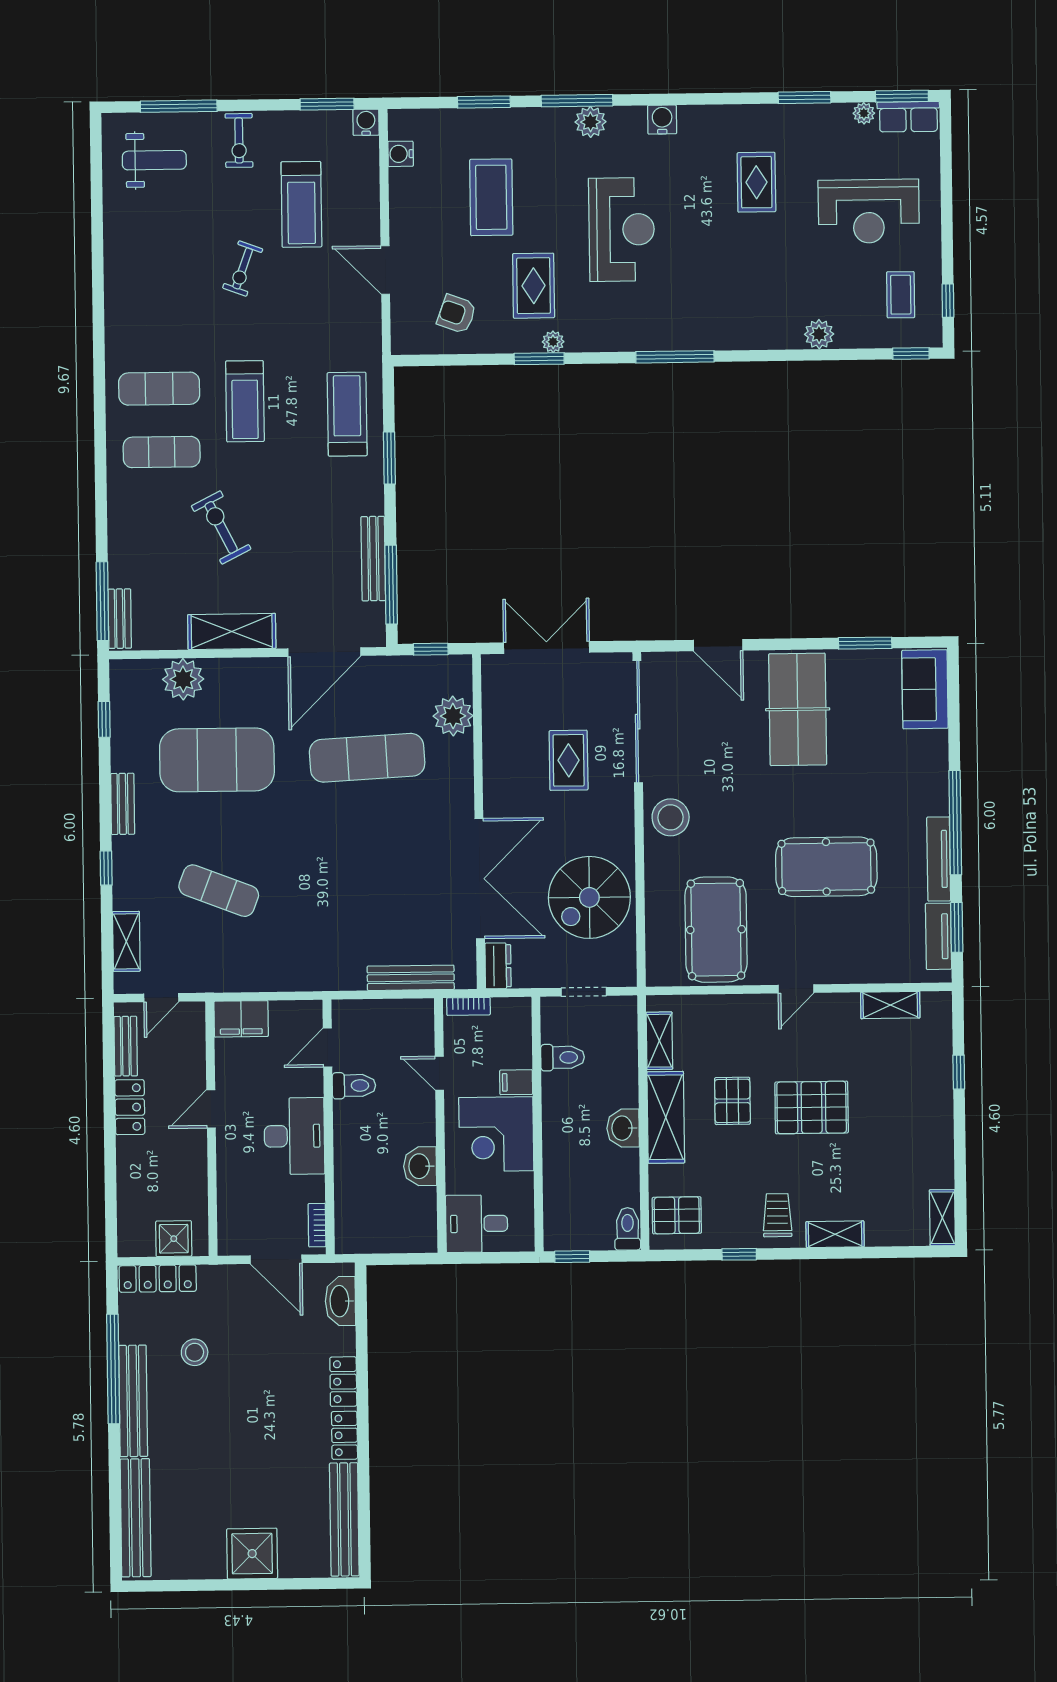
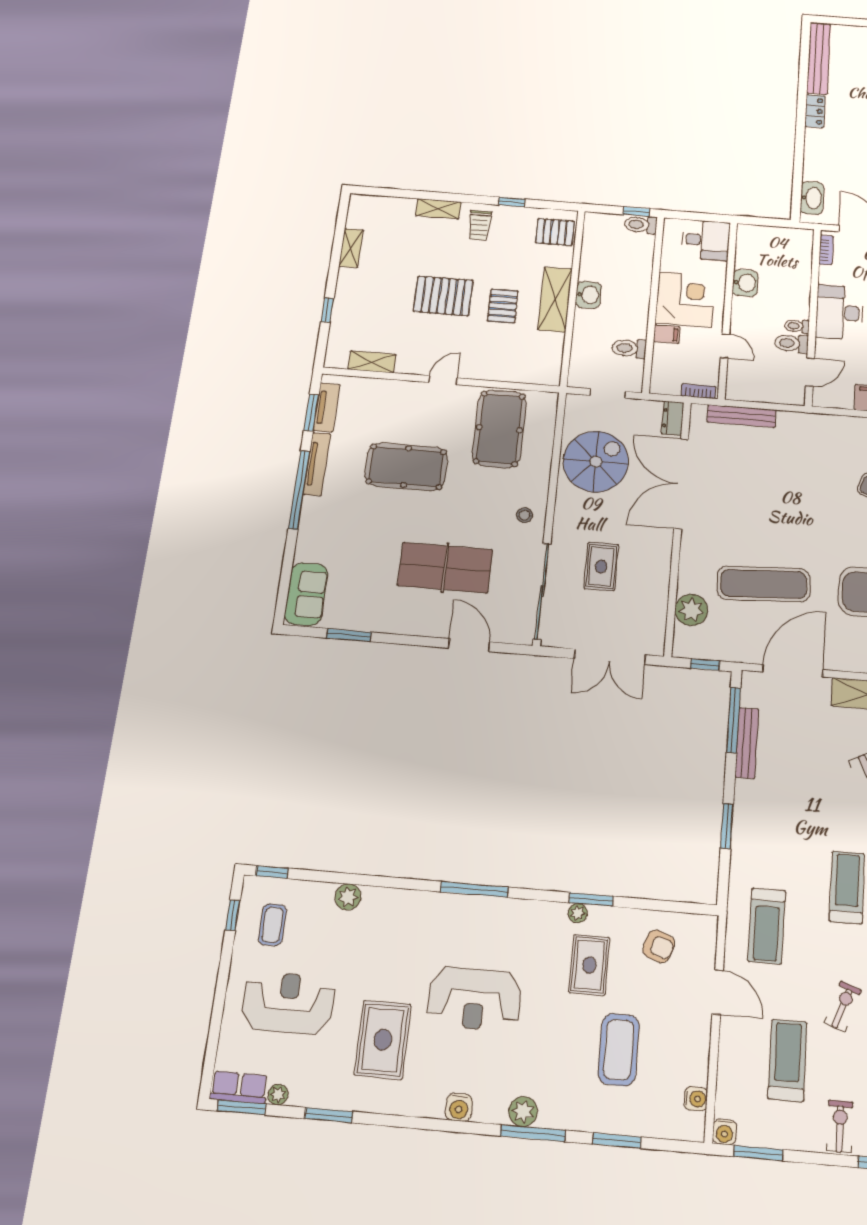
rug: (756, 182) -> (383, 1040), width x1.36, depth x1.43
reception desk: (622, 229) -> (474, 999), moved, turned -90
treadmill: (347, 414) -> (767, 926), moved
table tennis table: (798, 709) -> (445, 568), moved, turned 90
stool: (671, 817) -> (525, 515), width x0.53, depth x0.53
shelving: (659, 1041) -> (553, 353), removed
toilet: (348, 1111) -> (797, 326), added
shelving: (942, 1218) -> (351, 248), moved
toilet: (628, 1229) -> (641, 225), moved, turned 90
locker: (343, 1382) -> (813, 145), removed

